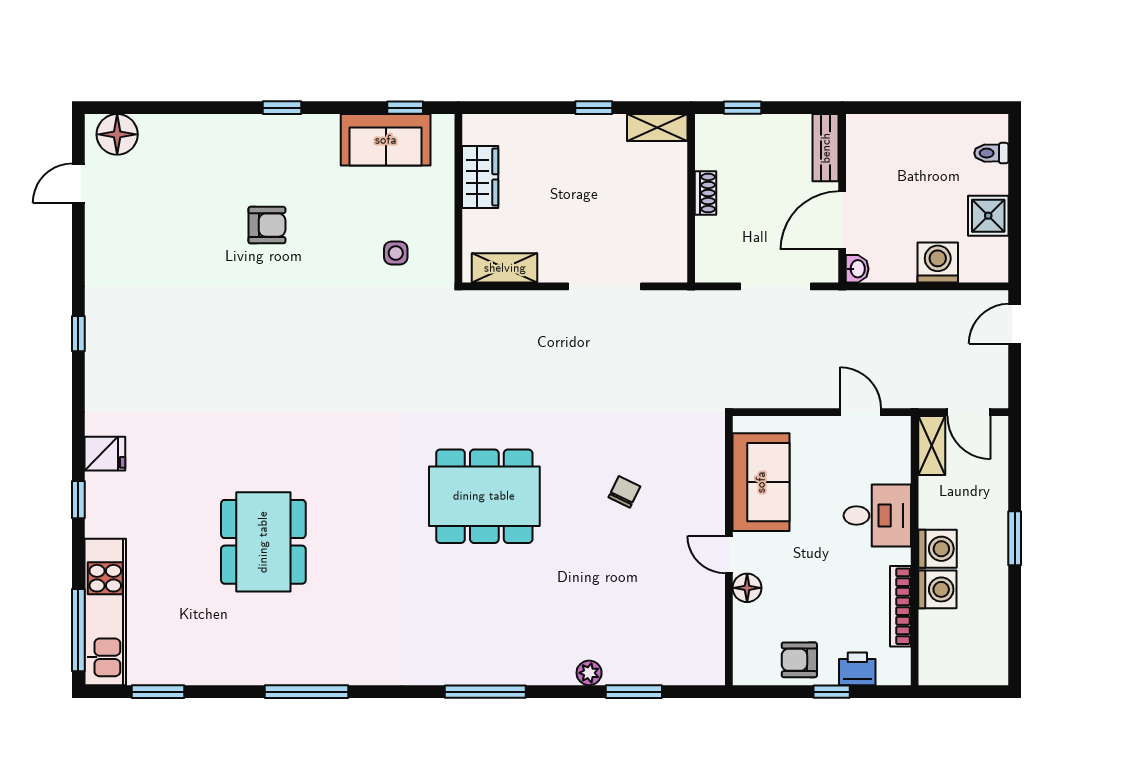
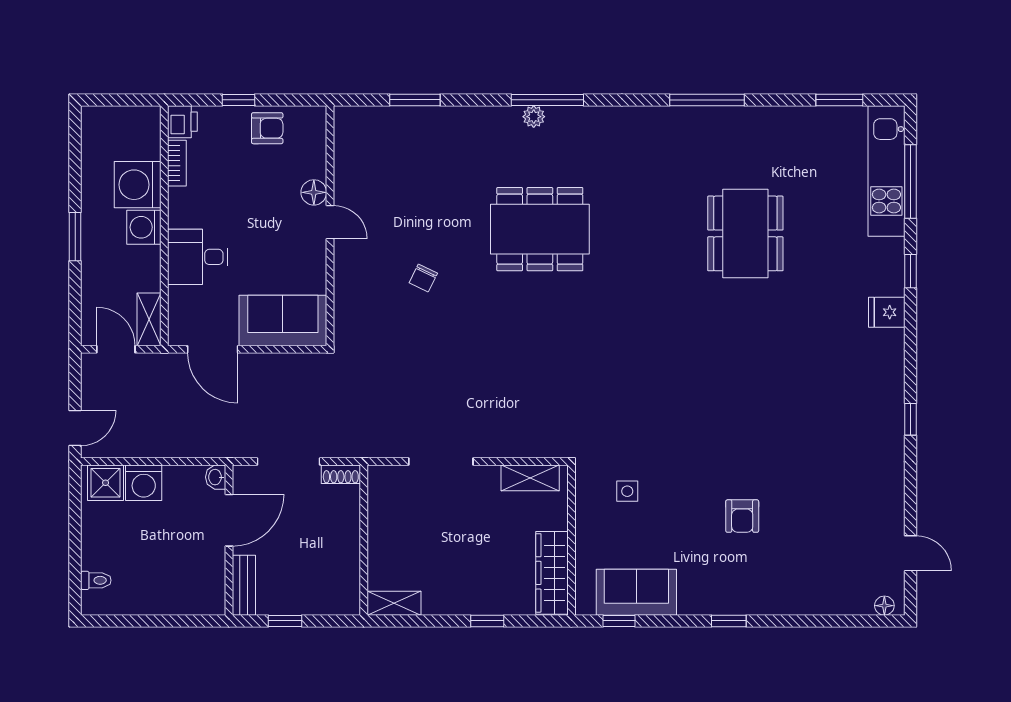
window: (594, 108) -> (487, 621), moved
window: (743, 108) -> (285, 621), moved
floor lamp: (117, 134) -> (884, 606), width x0.53, depth x0.53
wardrobe: (480, 177) -> (552, 573), width x1.50
door: (78, 183) -> (910, 553), hinge flipped
shoe rack: (706, 193) -> (341, 474), moved, turned -90
shower: (988, 216) -> (106, 483), moved
armchair: (267, 225) -> (742, 516), turned -90
door: (861, 412) -> (213, 349), width x1.38
sofa: (761, 482) -> (283, 320), moved, turned 90
dining table: (484, 496) -> (540, 229), moved
washing machine: (937, 589) -> (138, 185), width x1.37, depth x1.37
bookcase: (900, 606) -> (177, 163), width x0.64
window: (78, 630) -> (910, 181), moved
printer: (857, 669) -> (182, 122), moved, turned -90
plant: (589, 673) -> (534, 117), moved

